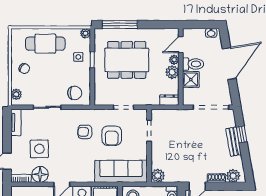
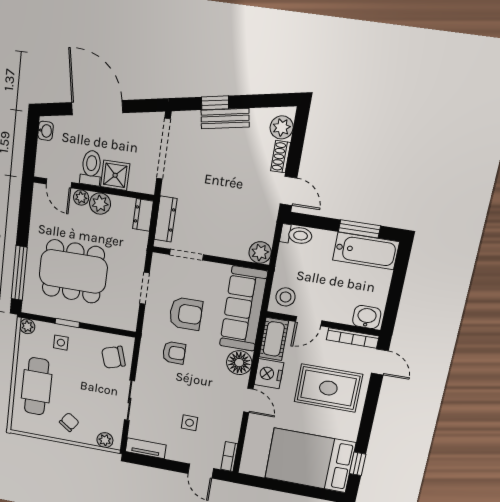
dining table: (127, 60) -> (73, 271), turned 90
chair: (75, 93) -> (113, 357), turned -108
dresser: (169, 115) -> (166, 219), added
armchair: (85, 132) -> (174, 353), turned -90
side table: (39, 149) -> (190, 423), width x0.54, depth x0.54
floor lamp: (40, 174) -> (239, 363), moved

